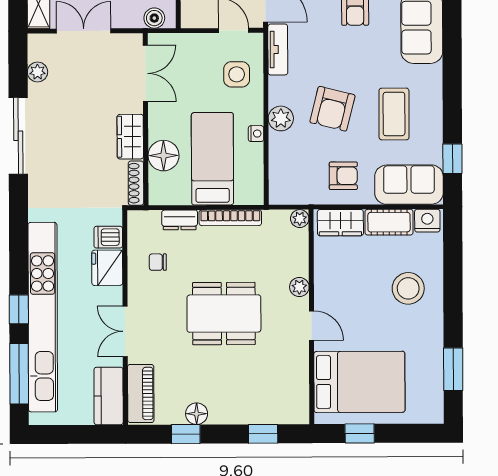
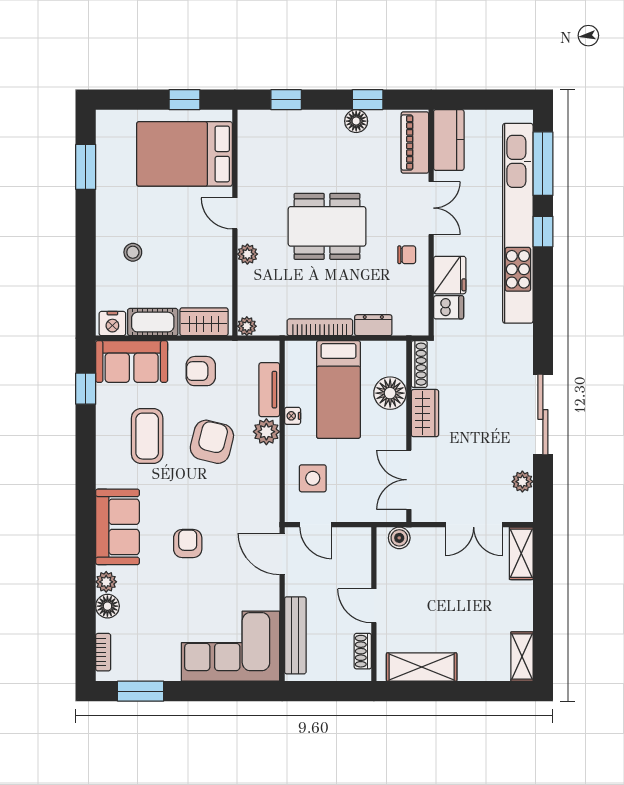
tv unit: (278, 49) -> (269, 390), moved
chair: (158, 262) -> (407, 255), moved
stool: (408, 288) -> (133, 252), width x0.53, depth x0.53

